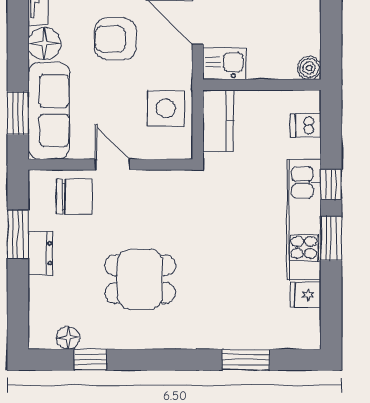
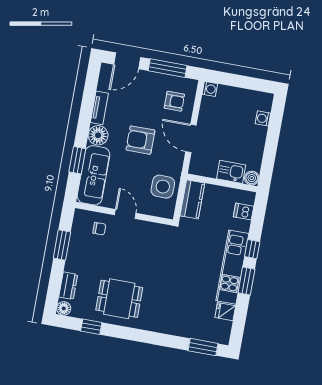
kitchen sink: (225, 64) -> (231, 172), moved
window: (18, 113) -> (77, 160), moved
chair: (74, 196) -> (99, 229), width x0.54, depth x0.54
dresser: (40, 253) -> (68, 286), moved
dining table: (140, 279) -> (119, 299), moved
floor lamp: (68, 338) -> (64, 308), moved
window: (246, 360) -> (203, 347), moved

